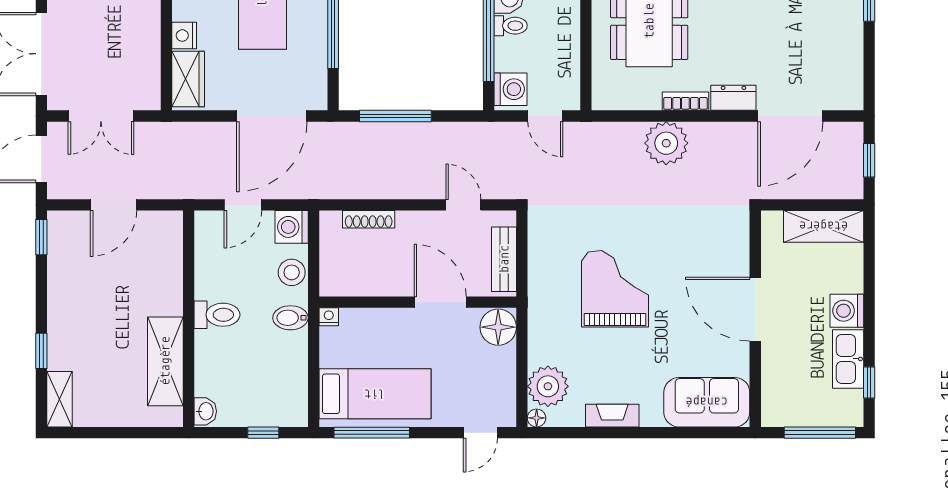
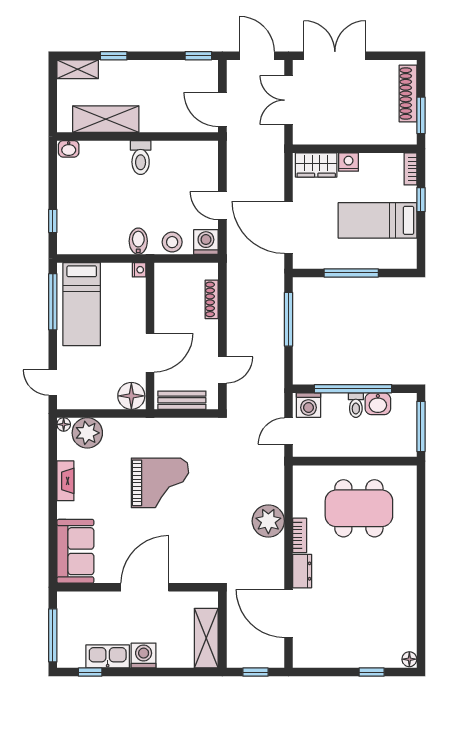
toilet: (217, 315) -> (141, 158), moved
wall: (189, 319) -> (138, 136), moved
shelving: (165, 361) -> (106, 119), moved
washbasin: (205, 411) -> (69, 149), moved

